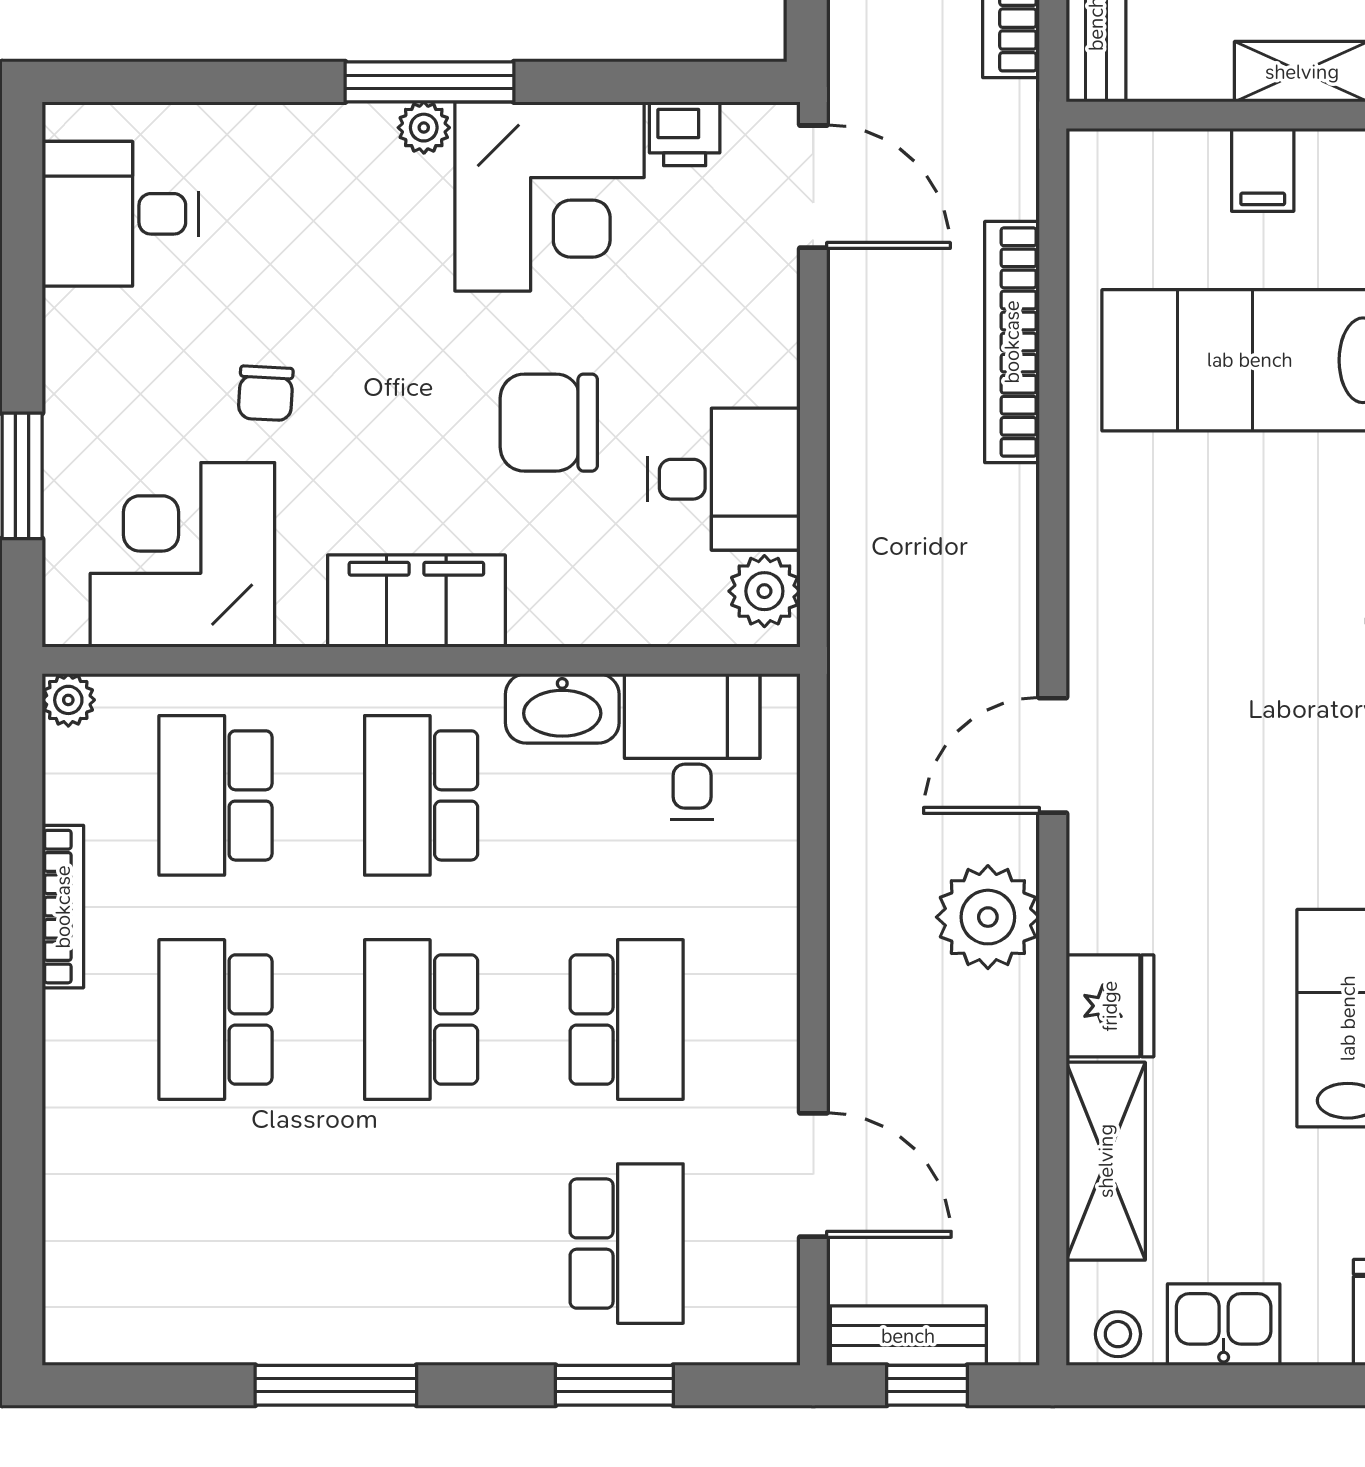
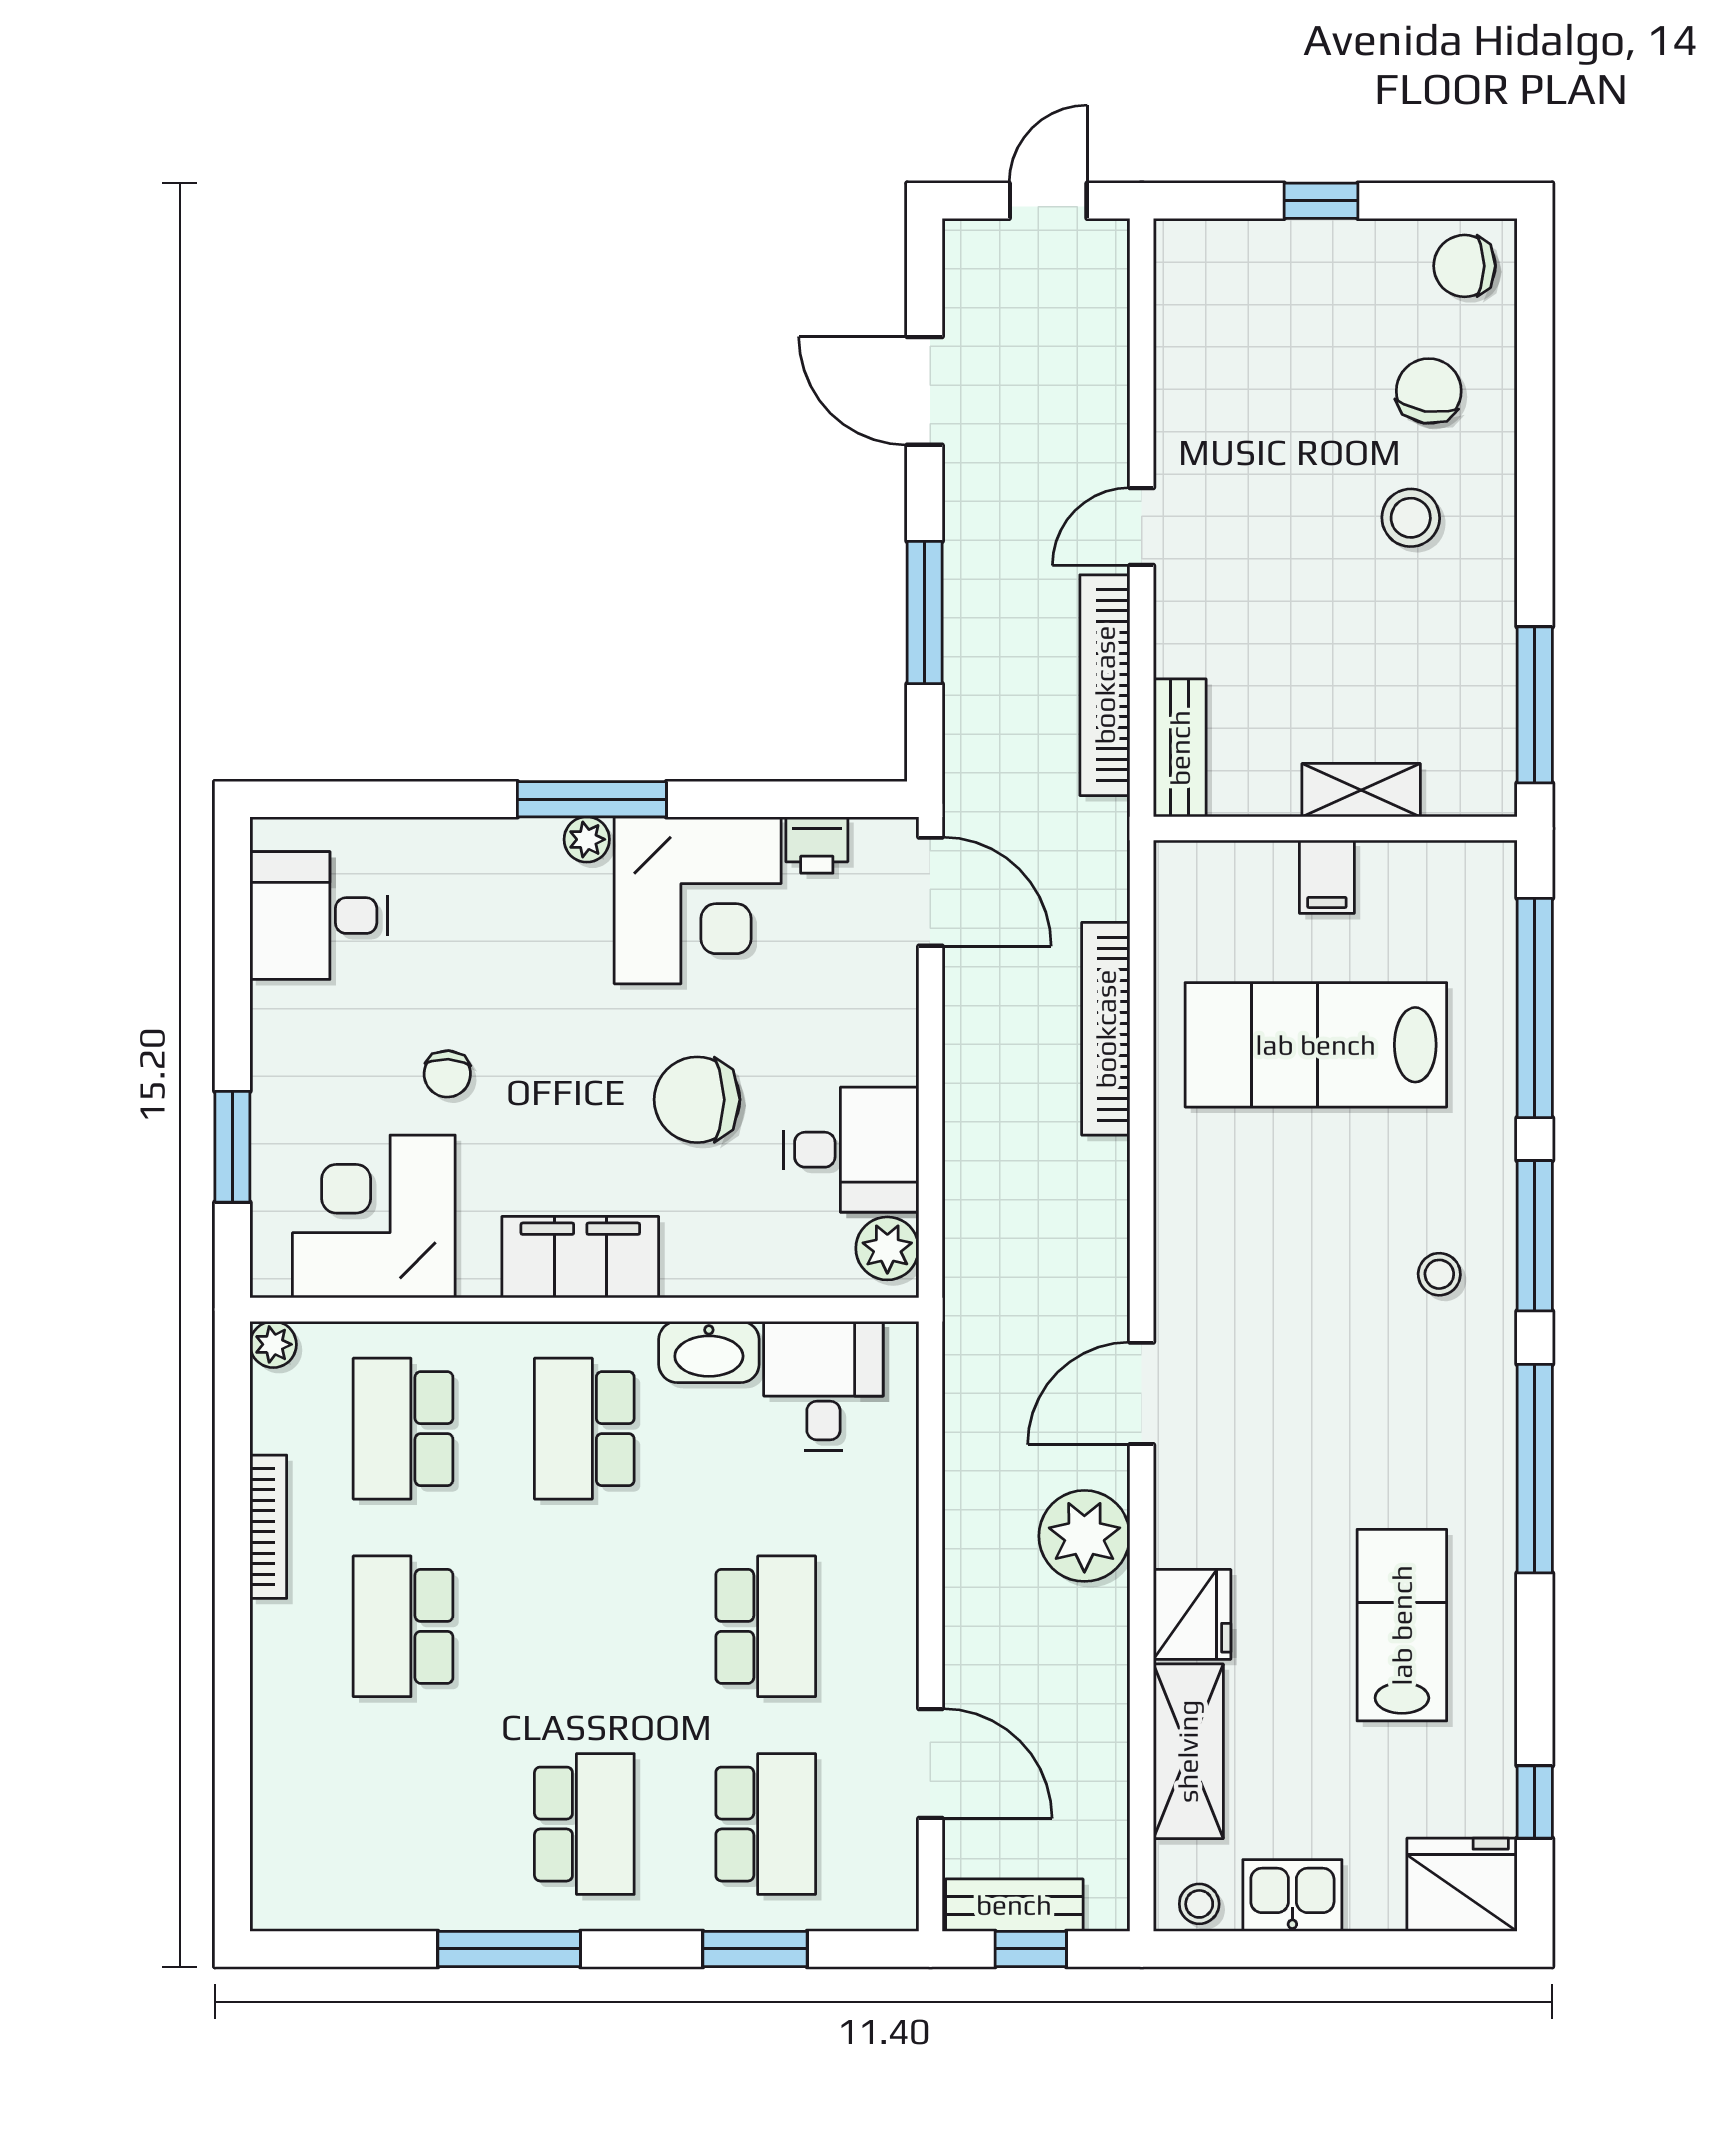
school desk: (421, 1019) -> (584, 1824), moved, turned 180

